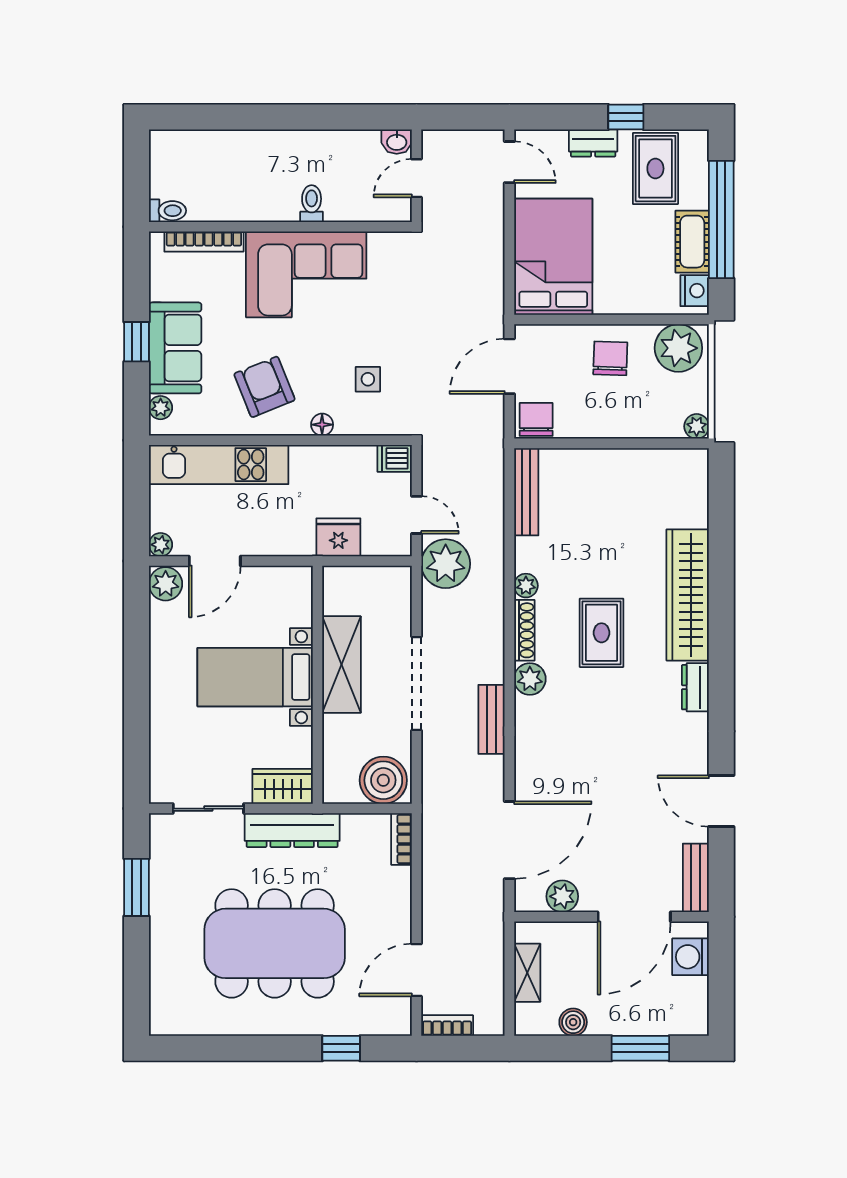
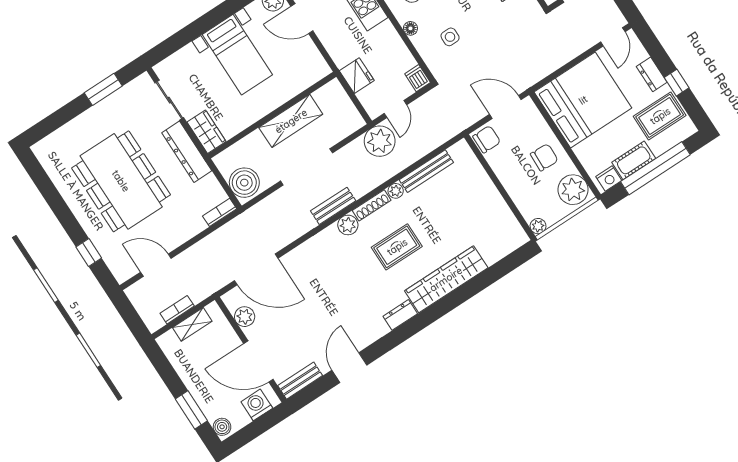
bed: (553, 257) -> (583, 100), width x1.36
bench: (526, 492) -> (426, 171), moved
bed with nightstands: (255, 677) -> (237, 55), moved, turned 180
bench: (492, 719) -> (333, 206), moved
boiler: (573, 1022) -> (222, 427), moved
bookcase: (447, 1026) -> (177, 310), moved, turned -90

